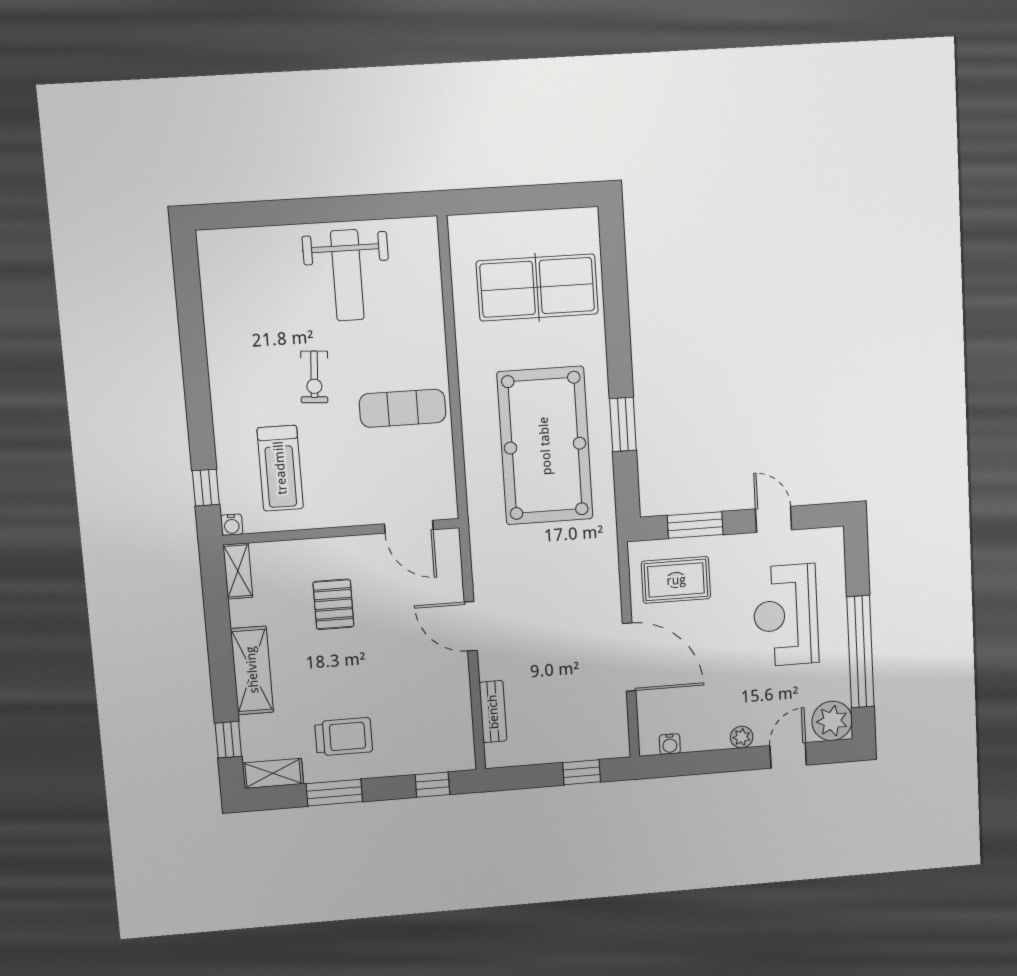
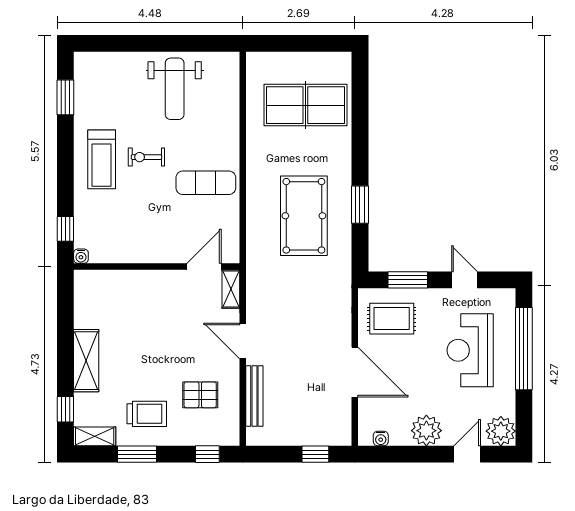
window: (189, 298) -> (65, 97), added
exercise bike: (314, 377) -> (146, 157), turned 86
pool table: (545, 446) -> (304, 216), width x0.73, depth x0.76
treadmill: (280, 468) -> (102, 159), moved
door: (409, 527) -> (204, 266), swing flipped
shelving: (238, 571) -> (231, 289), moved
pallet: (333, 604) -> (200, 395), moved, turned 90
window: (860, 652) -> (524, 349), moved
bench: (493, 712) -> (254, 396), width x1.36
plant: (742, 737) -> (426, 431), width x1.87, depth x1.87

